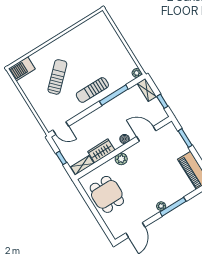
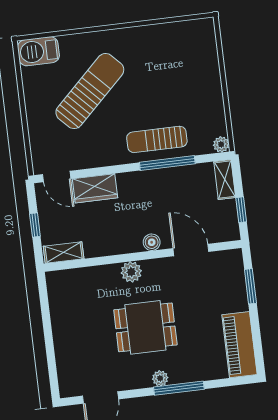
sun lounger: (57, 77) -> (90, 91), width x1.36, depth x1.34
sun lounger: (92, 90) -> (157, 139), moved
wardrobe: (101, 151) -> (95, 188), moved, turned 180
dining table: (107, 194) -> (145, 327), moved, turned 90

